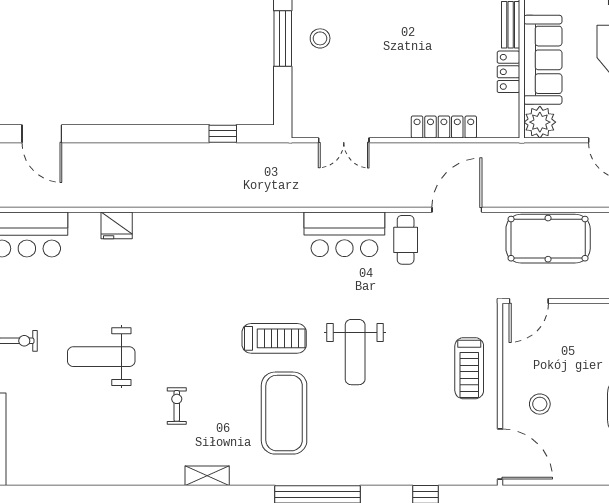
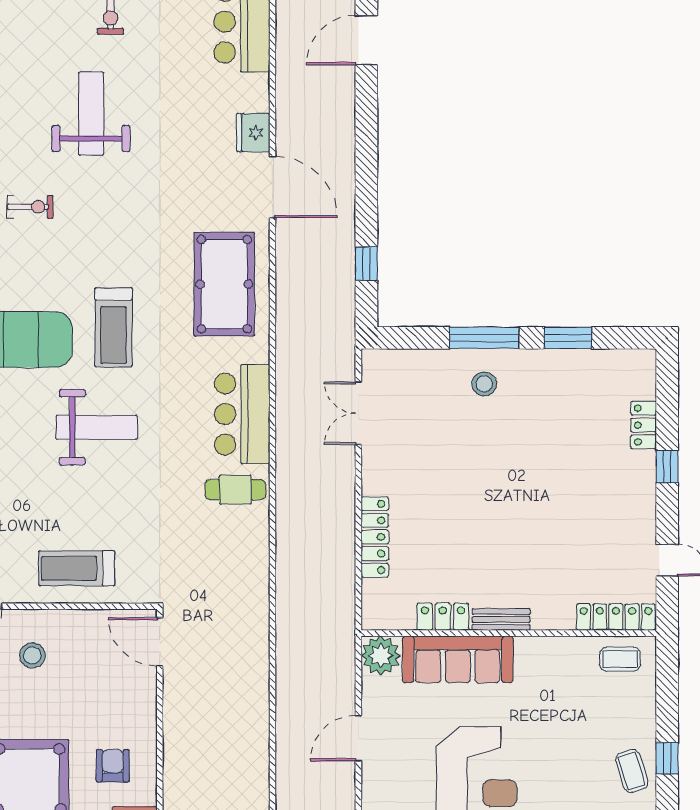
door: (457, 210) -> (272, 187), moved
pool table: (548, 239) -> (224, 284), moved
weight bench: (355, 352) -> (97, 427), turned 180

